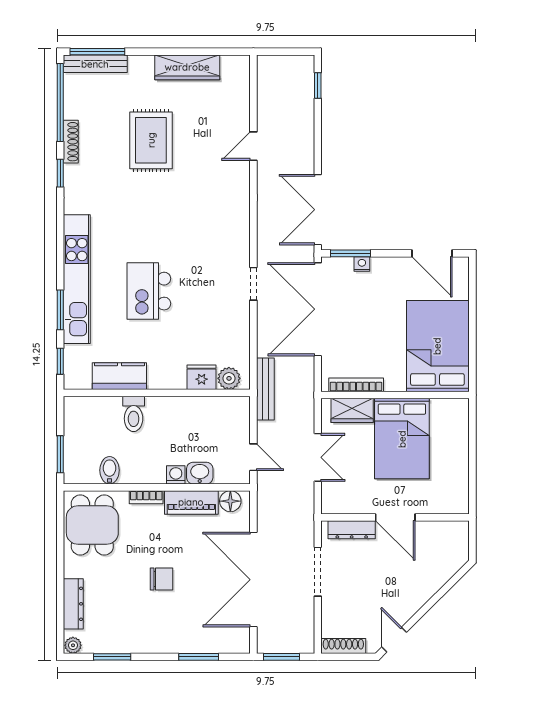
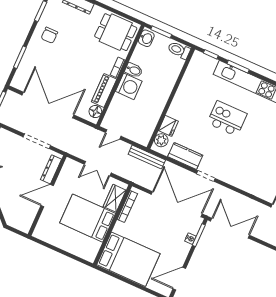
kitchen counter: (119, 376) -> (185, 156), moved, turned -90
toilet: (134, 414) -> (179, 50), moved
bidet: (110, 470) -> (134, 70), moved
washbasin: (200, 473) -> (146, 38), moved
washing machine: (176, 475) -> (129, 86), width x1.89, depth x1.89
chair: (161, 579) -> (49, 35), moved

